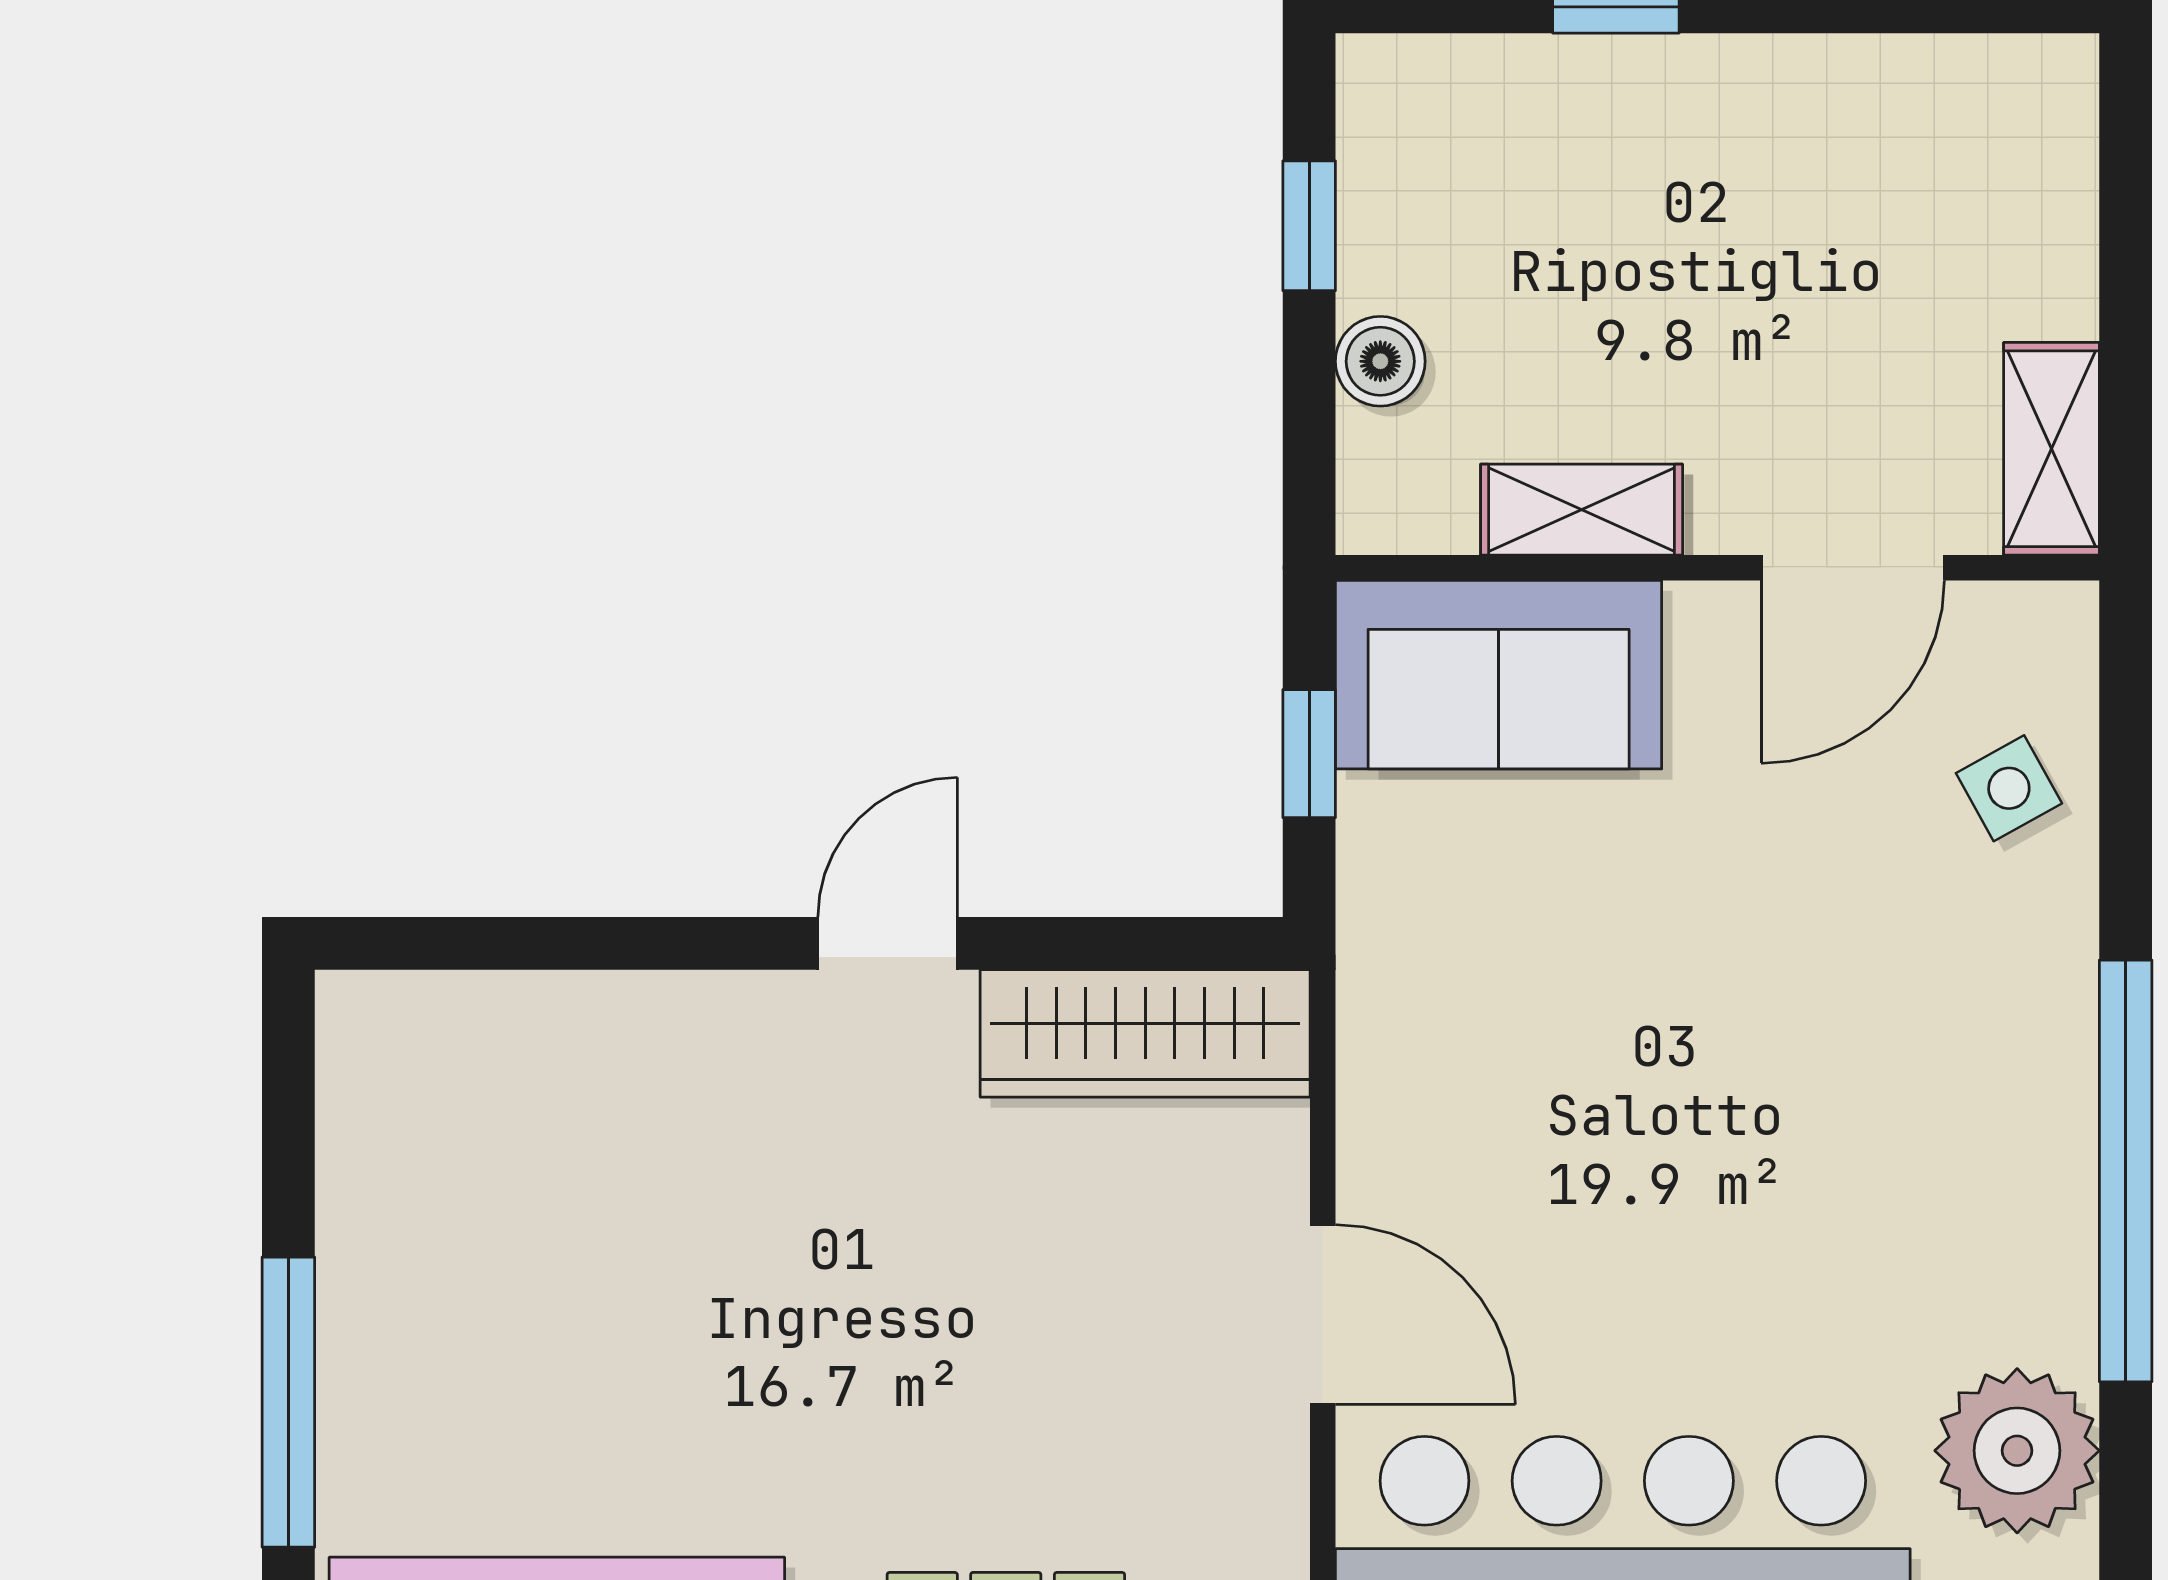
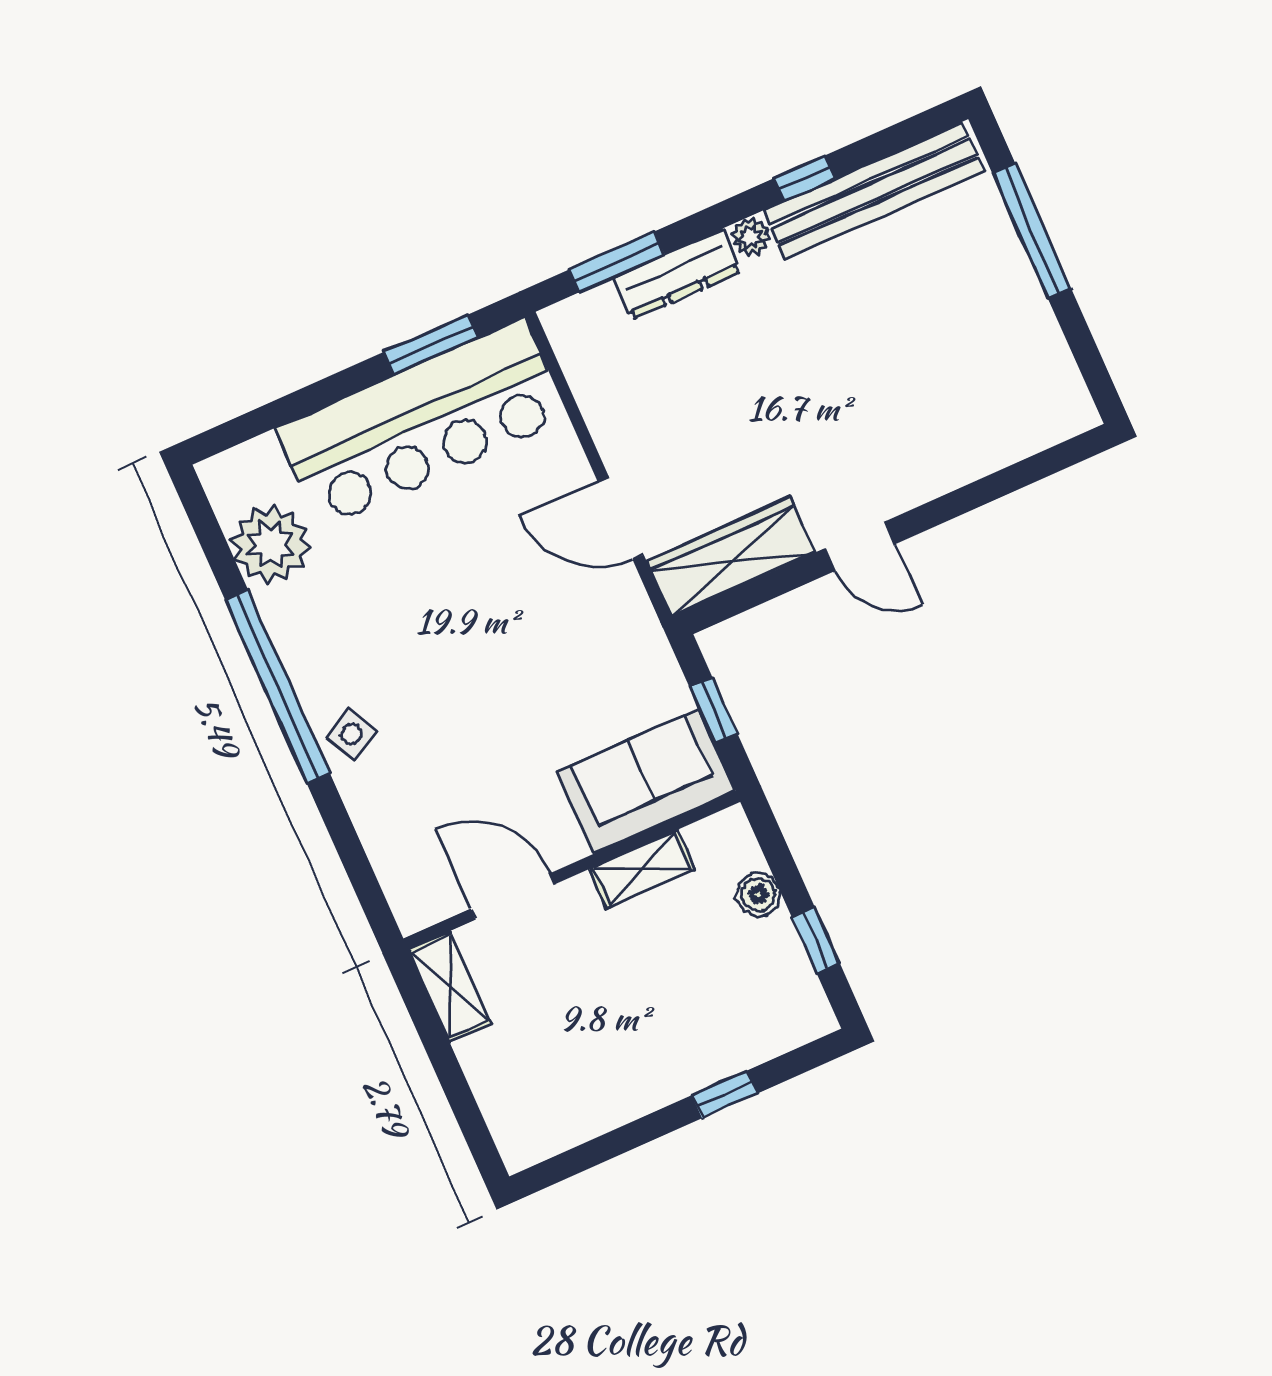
door: (1853, 568) -> (513, 896), hinge flipped
side table: (2009, 788) -> (351, 734), moved
door: (888, 943) -> (860, 546), hinge flipped
door: (1323, 1315) -> (621, 518), moved

